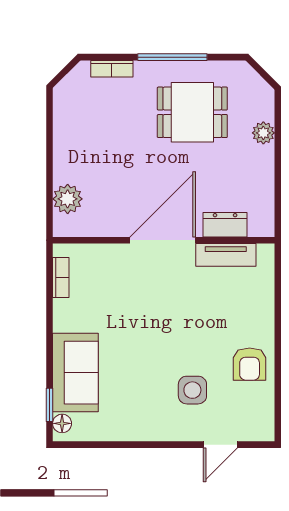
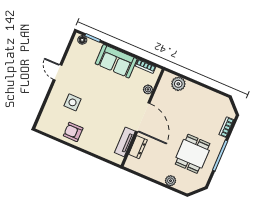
plant: (104, 254) -> (148, 89), added
sofa: (75, 373) -> (116, 61), moved
door: (220, 445) -> (57, 72), moved

